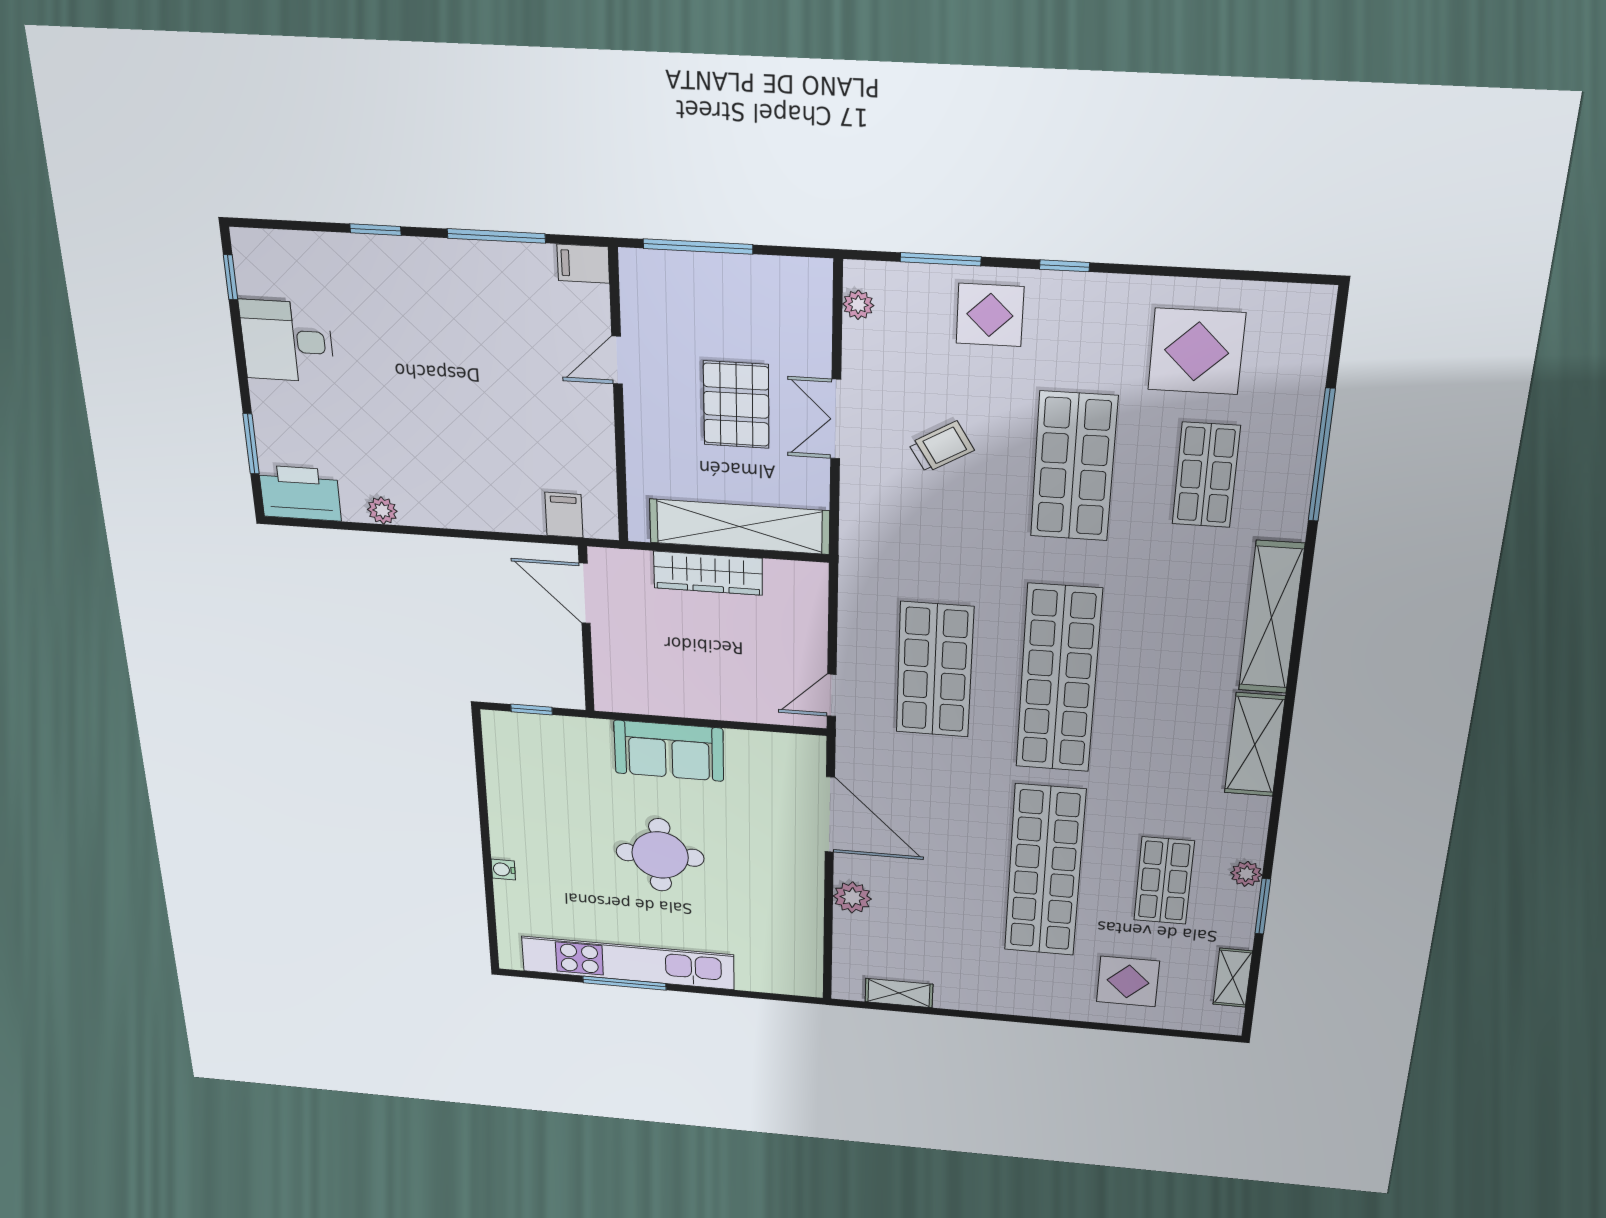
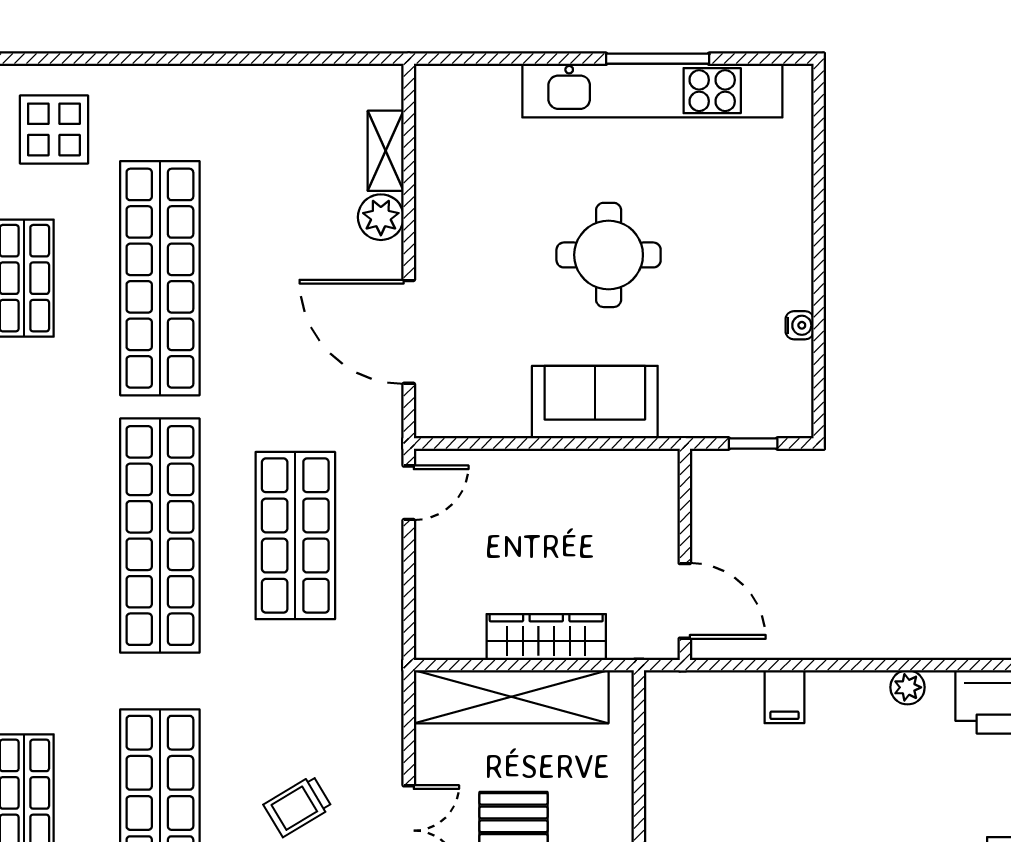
filing cabinet: (564, 515) -> (784, 697), moved
water cooler: (503, 870) -> (800, 325), moved
shelving: (899, 993) -> (386, 151), moved, turned 90

